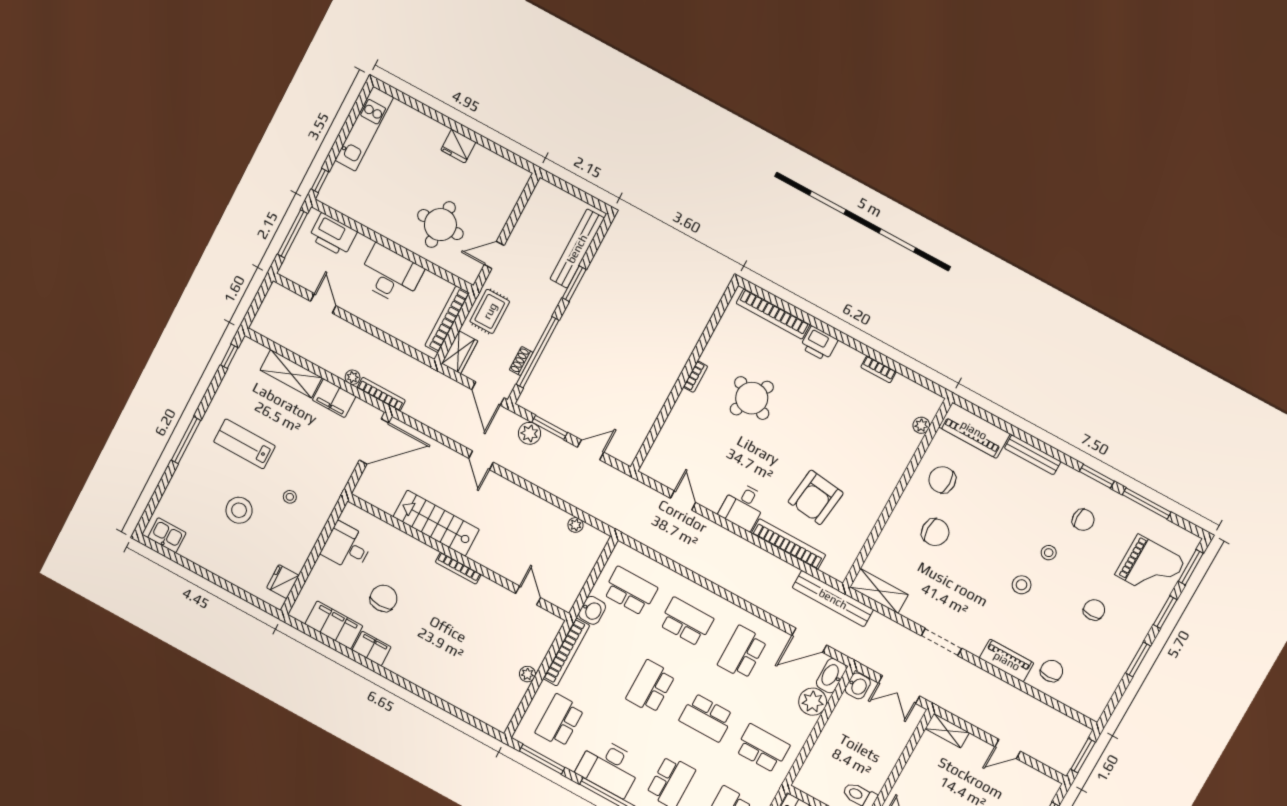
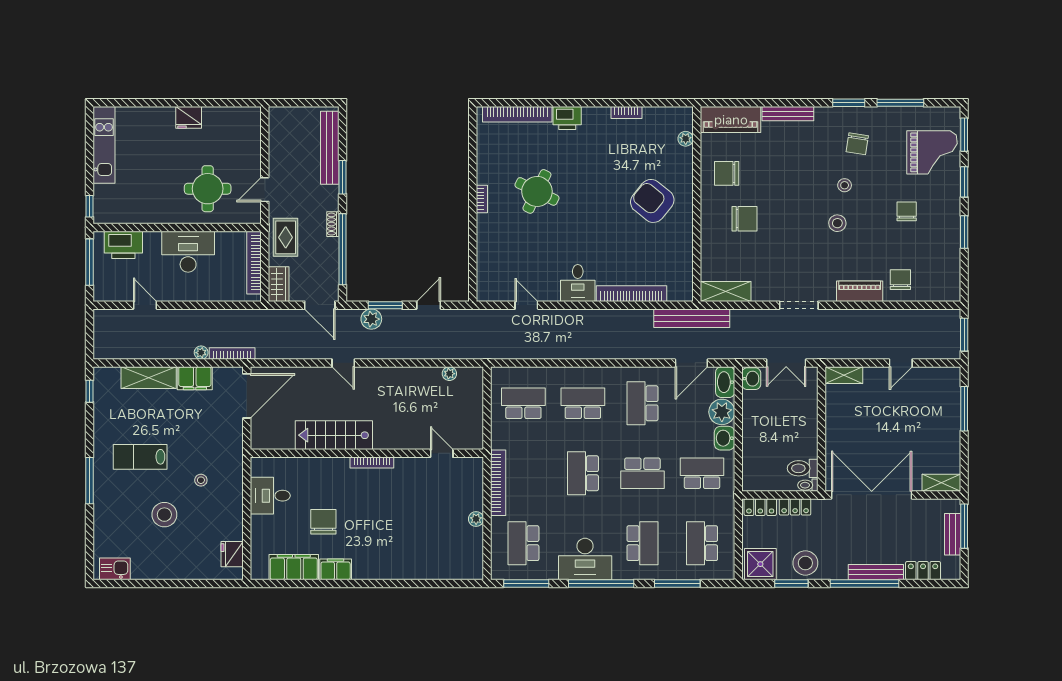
shoe rack: (521, 361) -> (333, 224), moved
armchair: (816, 497) -> (652, 201), moved, turned 122
chair: (1083, 520) -> (857, 144), turned 99
washbasin: (592, 610) -> (725, 438), moved, turned 180

